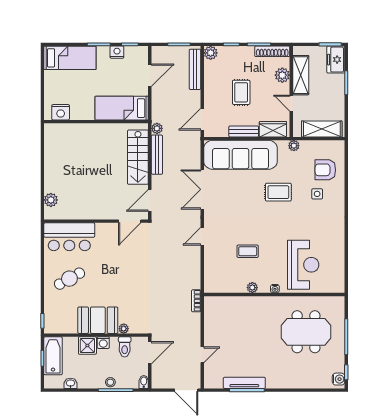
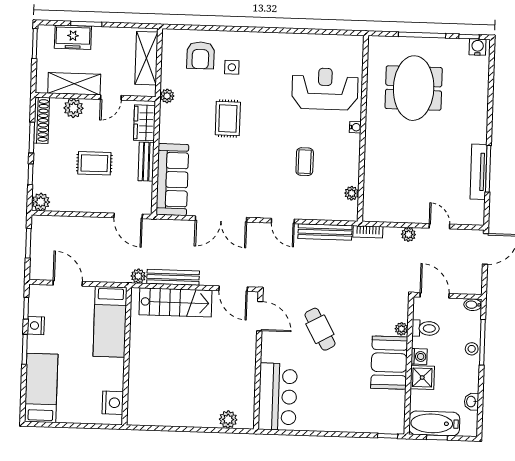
freezer: (336, 60) -> (73, 37), moved
bench: (195, 69) -> (325, 232), moved
sofa: (241, 155) -> (172, 180), width x0.74, depth x0.79
cafe table: (69, 279) -> (320, 329), moved
plant: (252, 288) -> (352, 193), moved
plant: (195, 332) -> (408, 234), added

